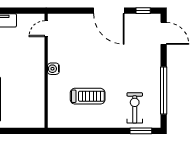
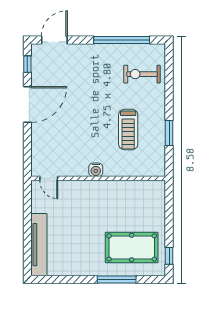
treadmill: (88, 96) -> (128, 129), turned 180
window: (141, 131) -> (169, 133), moved

